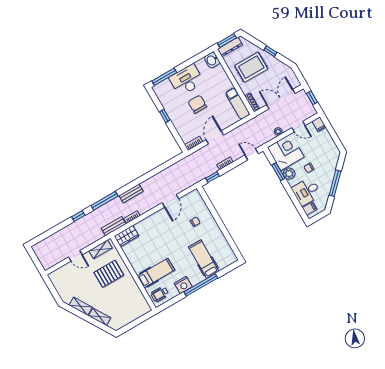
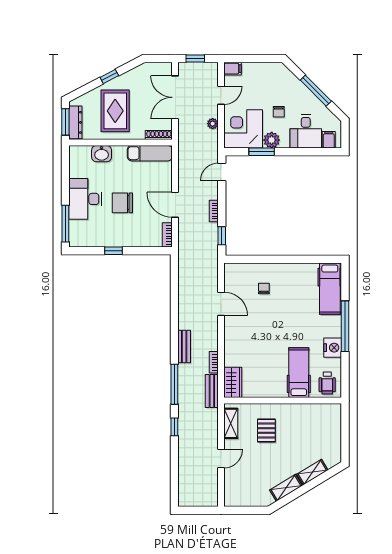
washbasin: (212, 60) -> (102, 154), moved
hospital bed: (204, 259) -> (330, 289), moved, turned -90
pallet: (109, 274) -> (266, 431), width x0.67, depth x0.71

